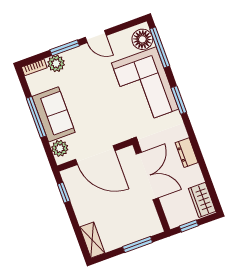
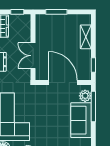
window: (36, 117) -> (93, 106), moved
double door: (147, 176) -> (33, 56), width x0.73
shelving: (92, 240) -> (86, 37), moved

